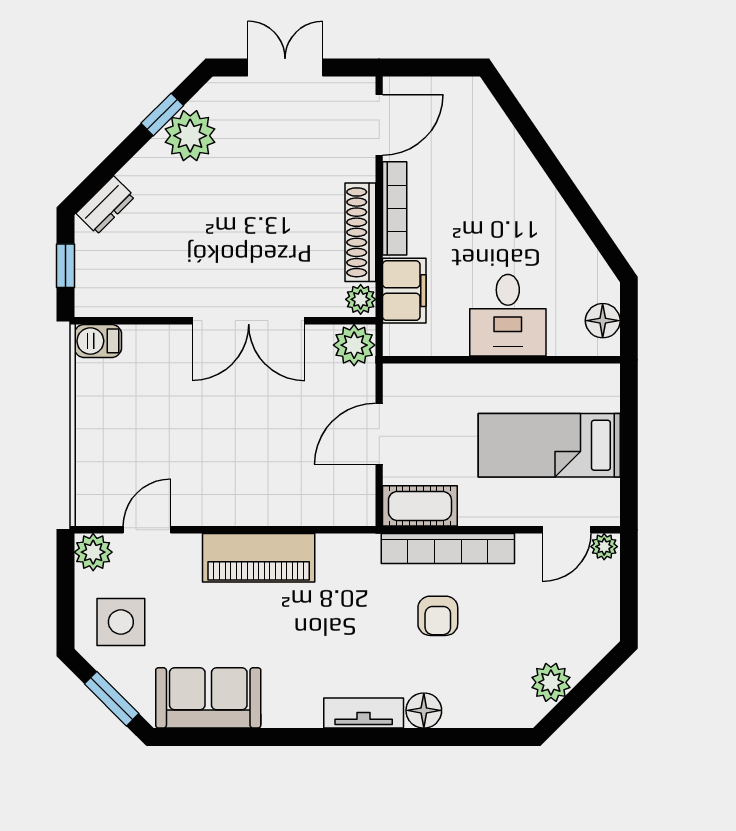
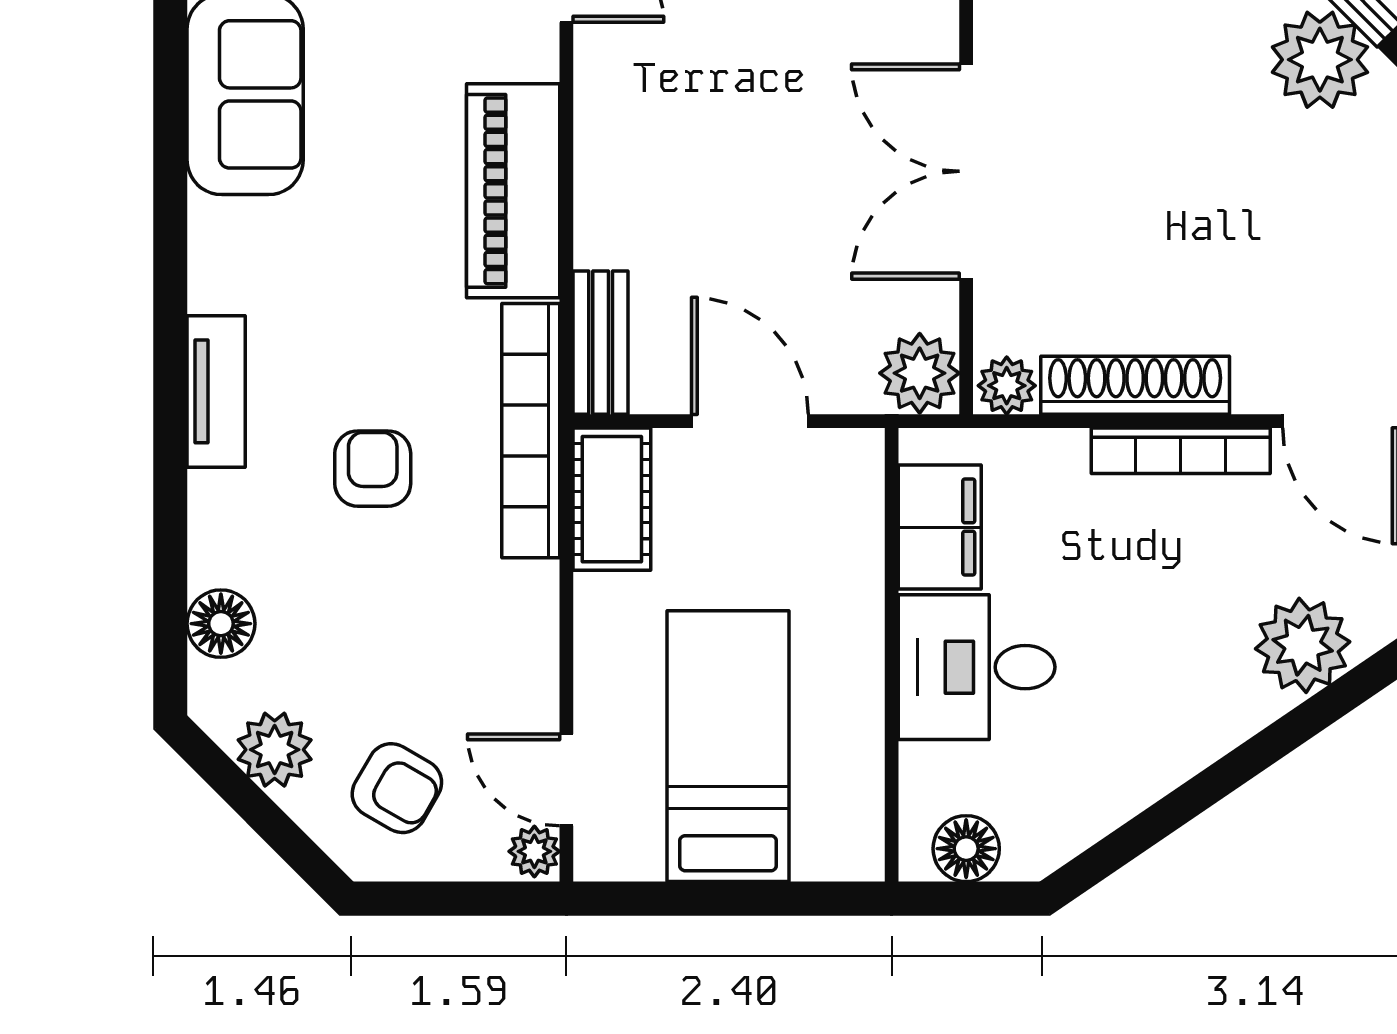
plant: (496, 145) -> (1303, 645), added
filing cabinet: (404, 291) -> (940, 527), moved, turned -90
bench: (338, 512) -> (601, 343), added
bookcase: (448, 548) -> (531, 431), moved
armchair: (438, 616) -> (373, 469), moved, turned 90
armchair: (571, 618) -> (397, 788), added
floor lamp: (424, 710) -> (221, 624), moved

